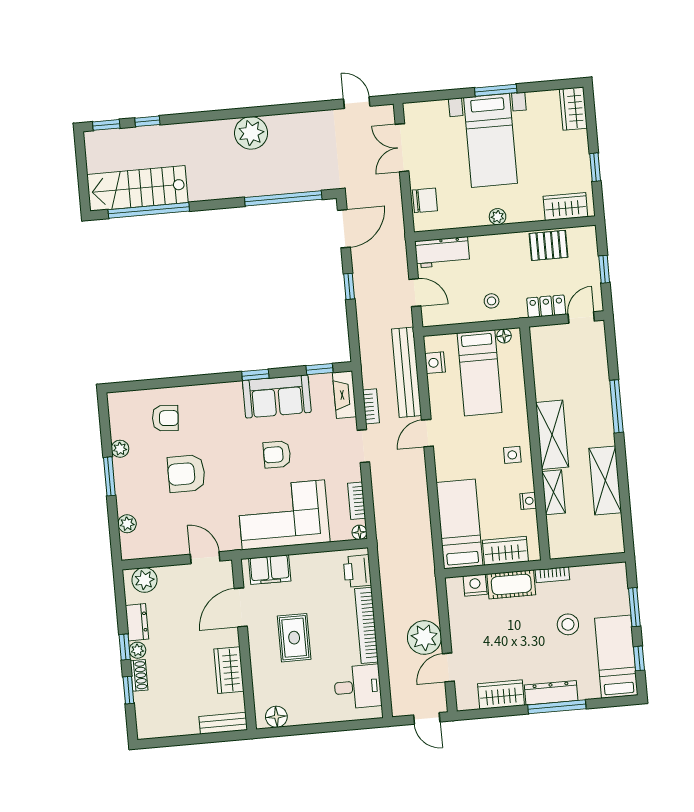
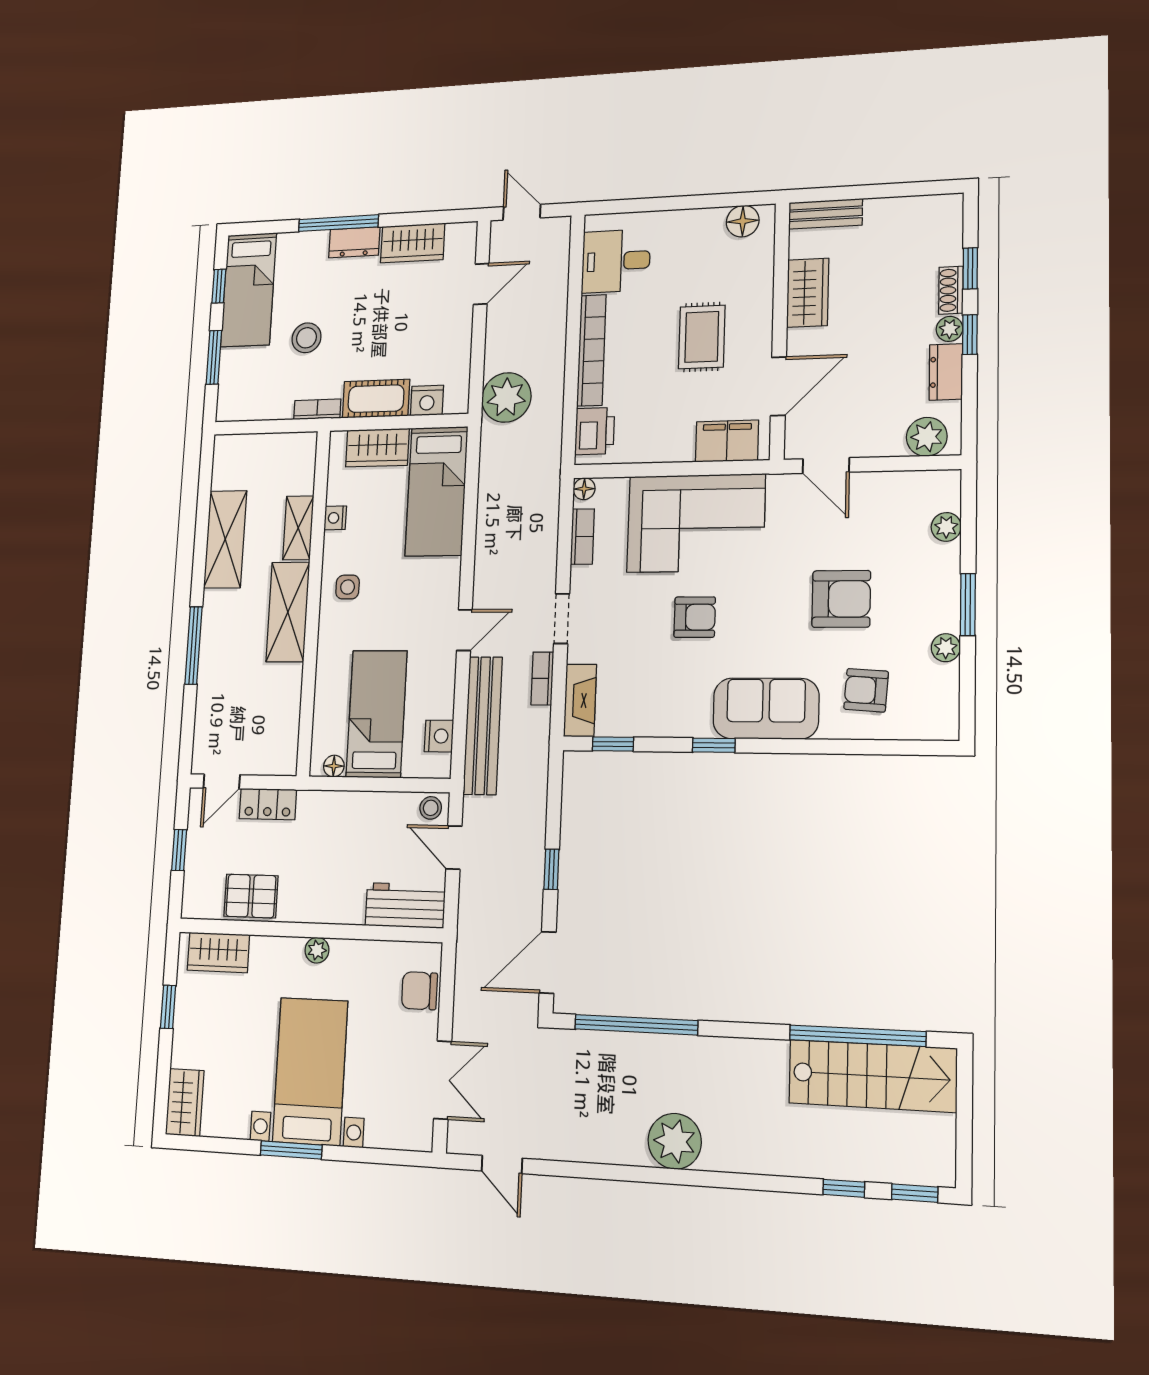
stool: (492, 301) -> (431, 808), moved
sofa: (277, 396) -> (766, 708), moved
plant: (424, 638) -> (506, 397), moved
dresser: (551, 693) -> (354, 242), width x0.70

